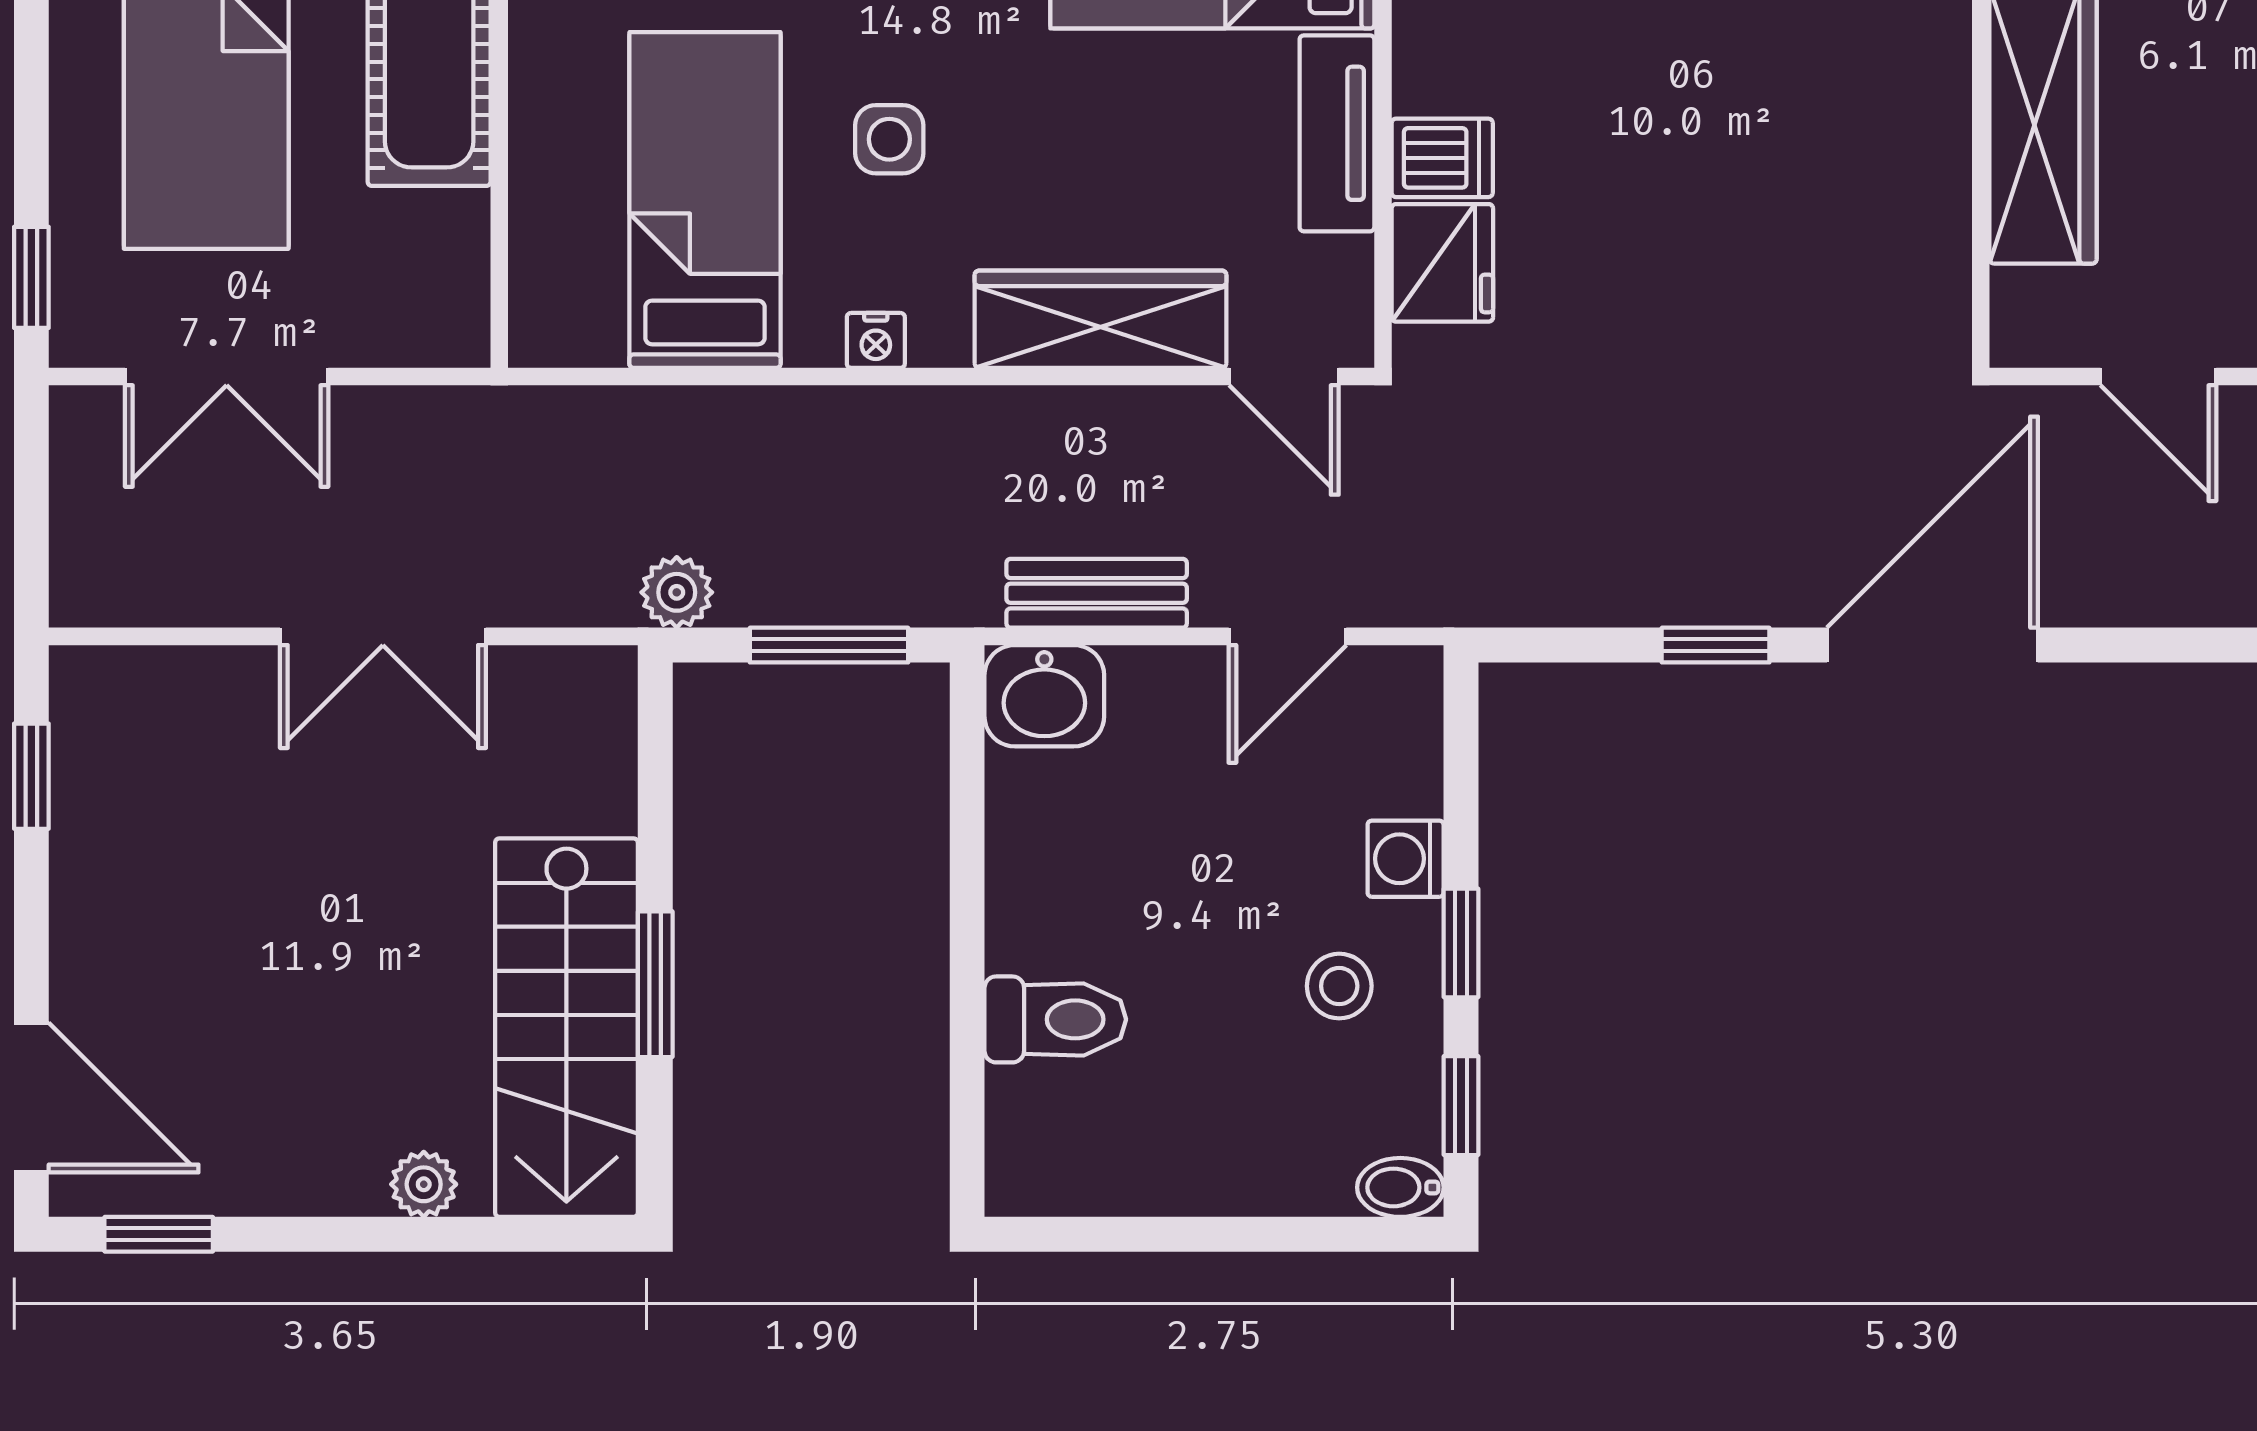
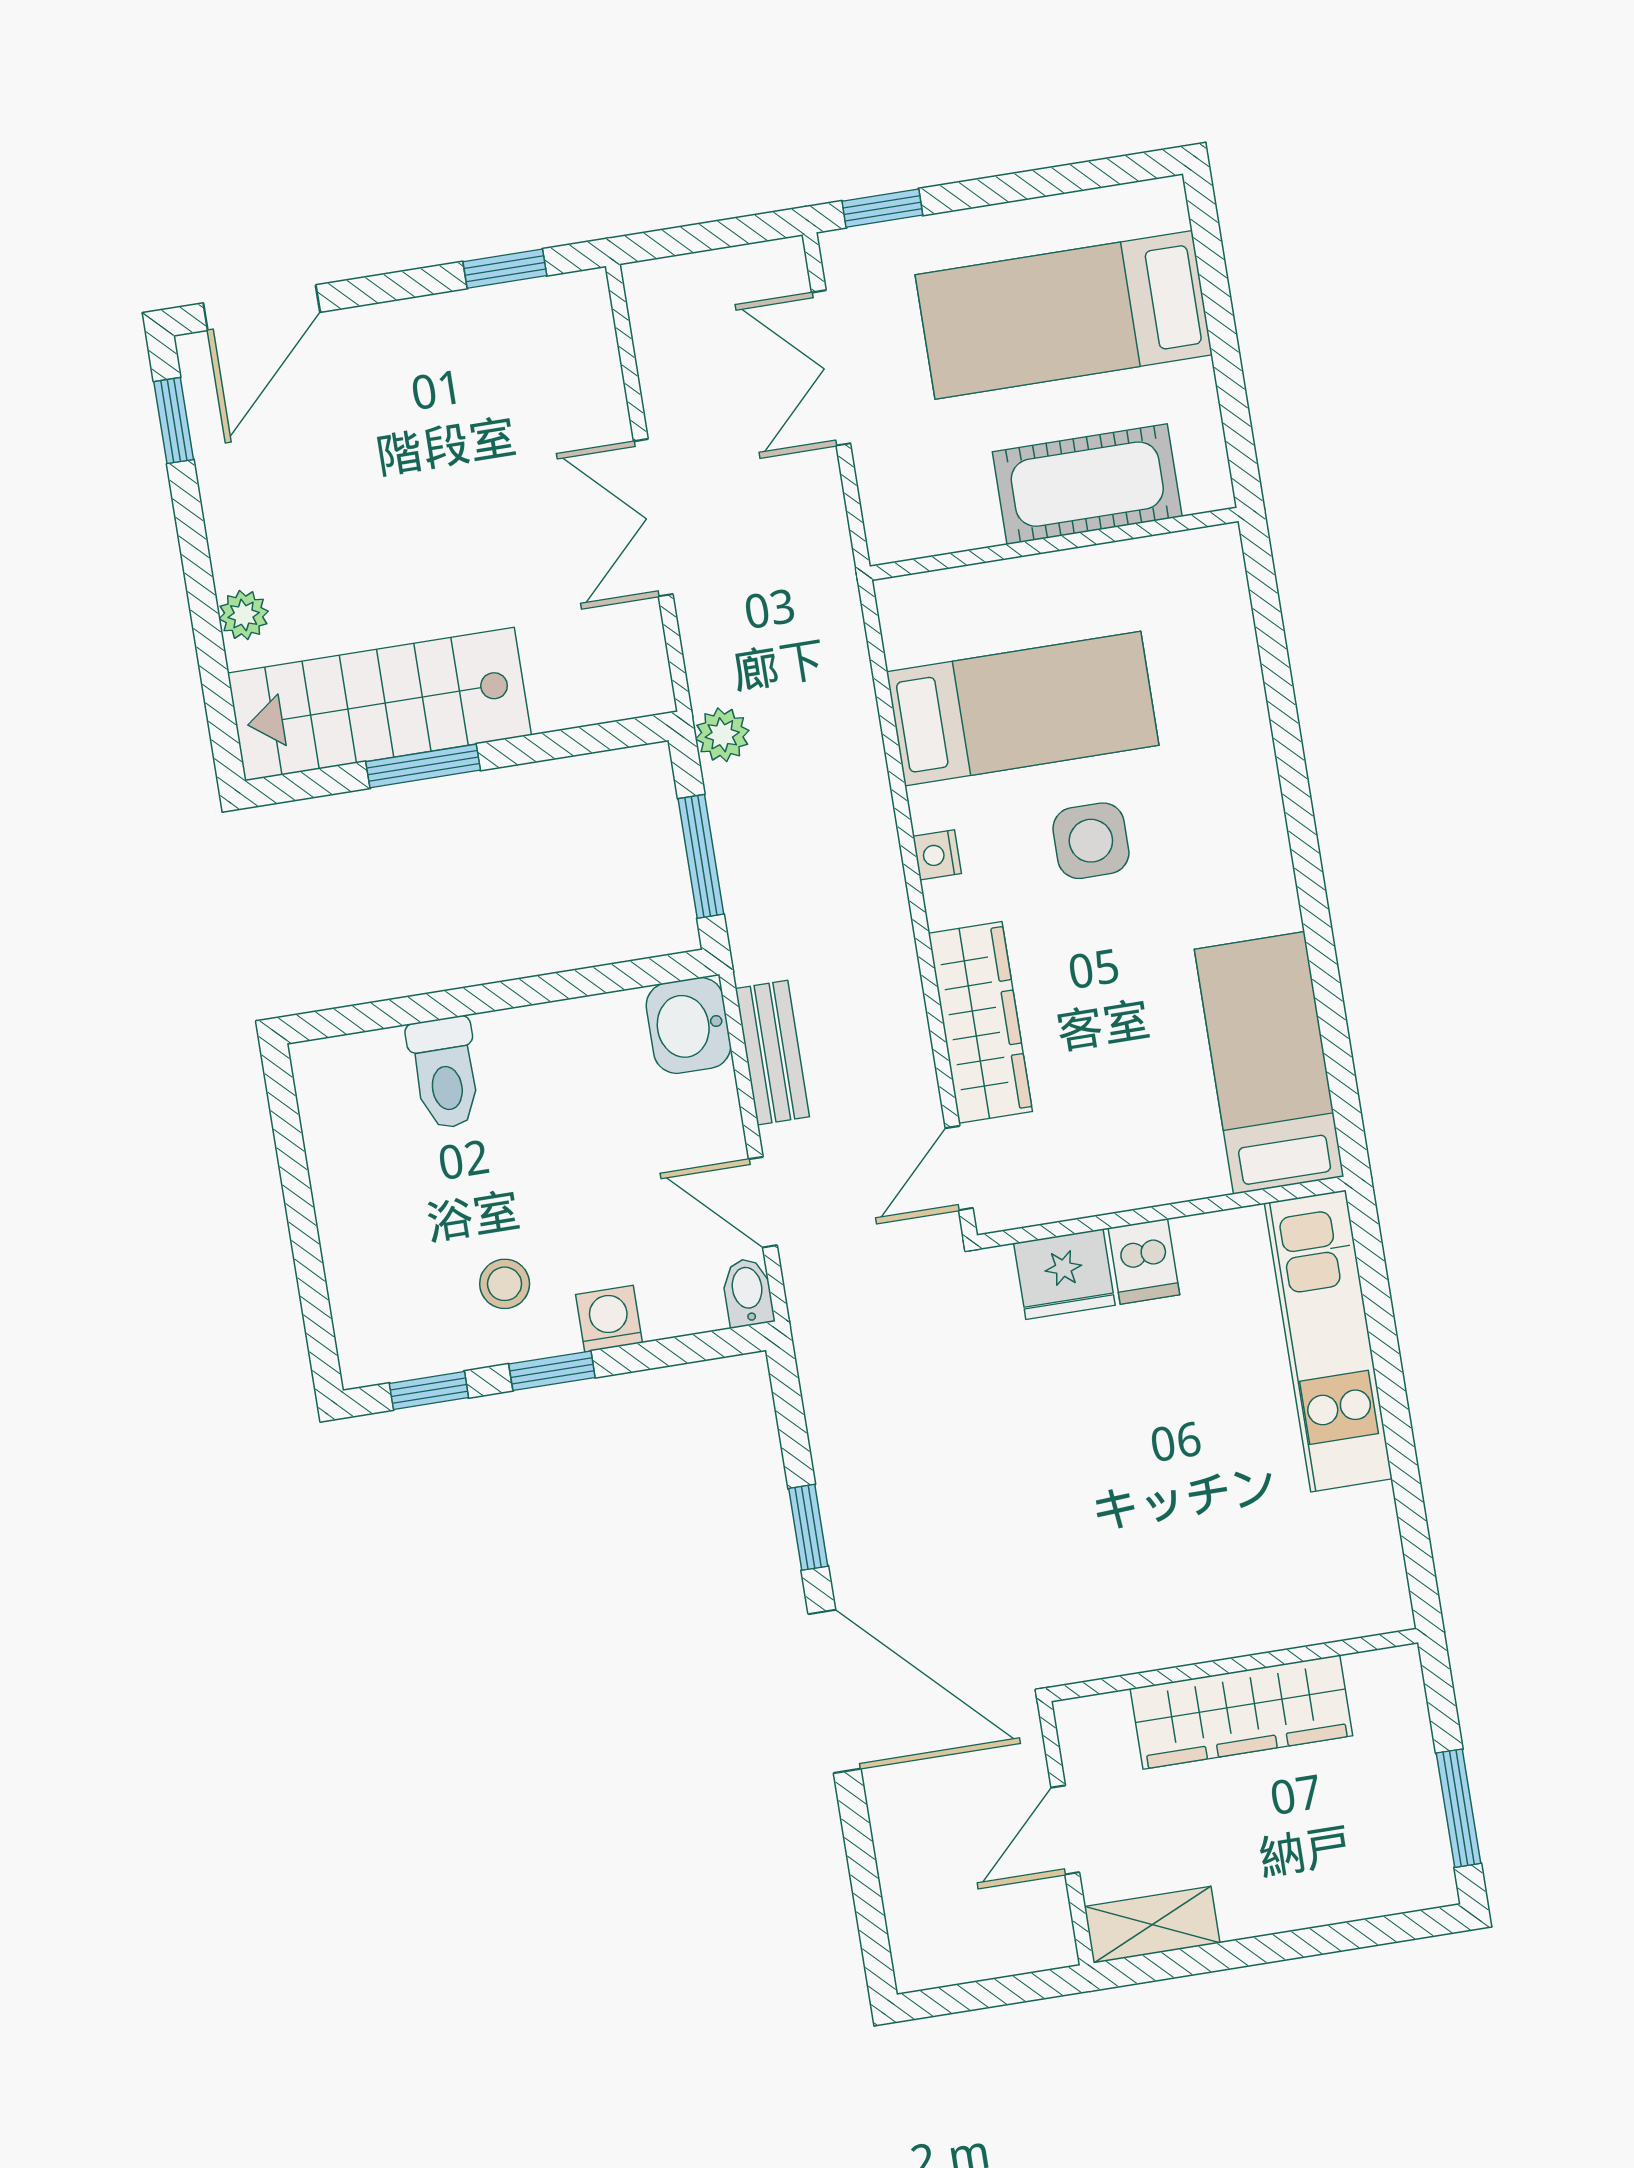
tv unit: (1337, 133) -> (1150, 1179), removed
side table: (889, 139) -> (1091, 841), width x1.37, depth x1.37
bidet: (1400, 1187) -> (748, 1292), moved

